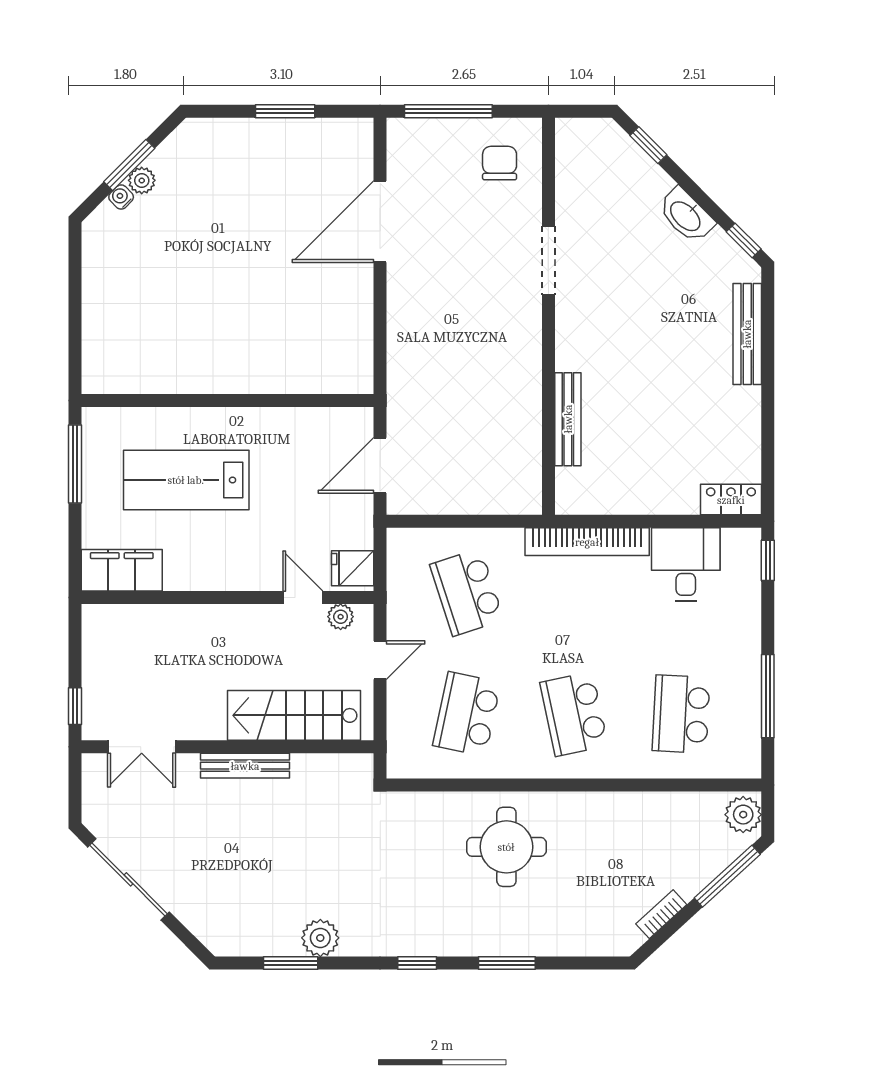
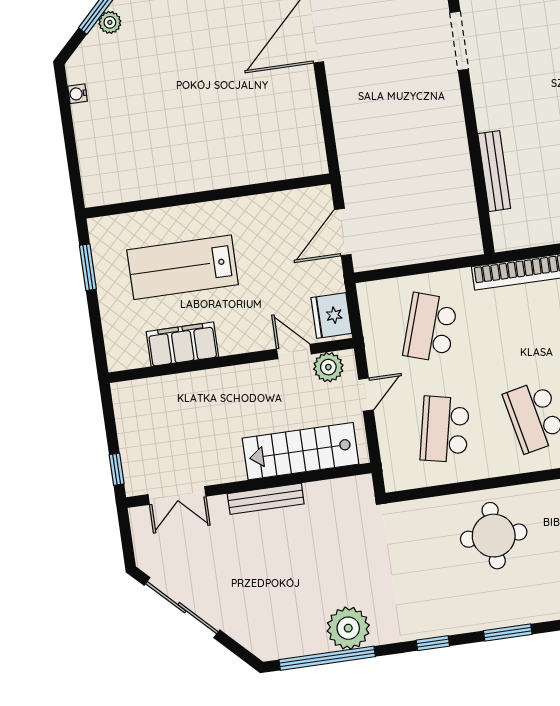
water cooler: (121, 197) -> (77, 94), moved, turned -45
window: (75, 464) -> (88, 267), width x0.69
fridge: (353, 568) -> (331, 315), width x1.38
filing cabinet: (122, 570) -> (182, 344), moved
school desk: (467, 592) -> (430, 328), turned 36
plant: (341, 617) -> (328, 367), width x1.38, depth x1.38
plant: (320, 938) -> (348, 628), width x1.36, depth x1.36
window: (291, 963) -> (327, 658), width x2.11

